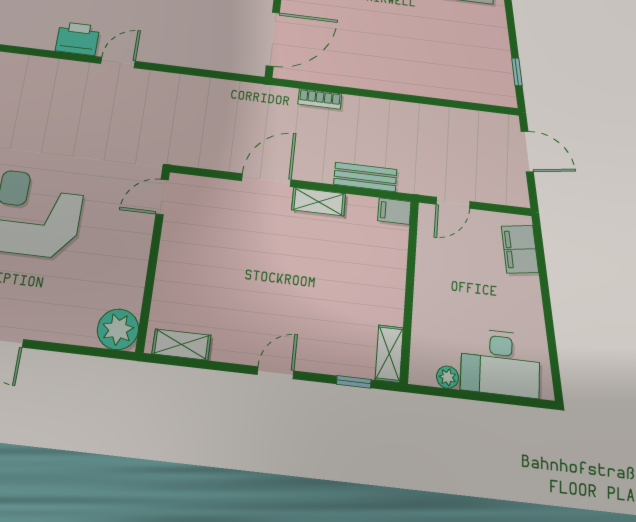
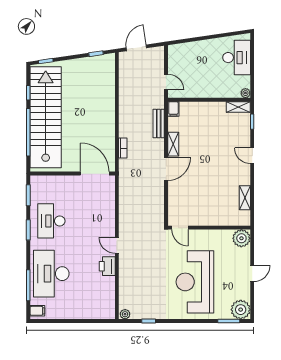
door: (266, 180) -> (166, 169), swing flipped
door: (162, 197) -> (180, 228), moved
filing cabinet: (520, 249) -> (184, 50), removed
wall: (153, 259) -> (209, 228), moved
plant: (118, 329) -> (241, 238), moved
plant: (448, 377) -> (245, 93), moved

